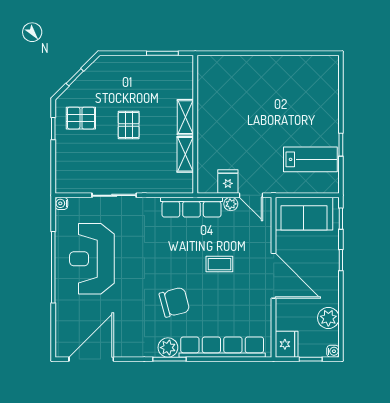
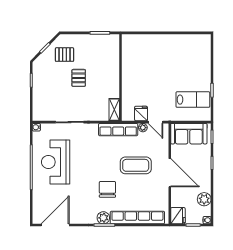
shelving: (185, 117) -> (114, 73), removed
pallet: (81, 118) -> (64, 55), moved
shelving: (185, 154) -> (114, 110), moved
coffee table: (219, 264) -> (136, 165), width x1.86, depth x1.72
chair: (174, 302) -> (107, 189), turned -75

